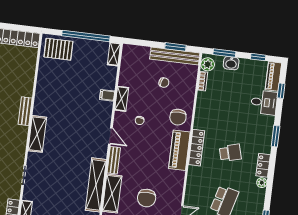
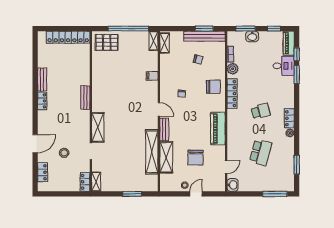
plant: (208, 64) -> (233, 69), moved
shelving: (122, 99) -> (165, 43), moved
chair: (178, 117) -> (213, 87), turned -90
shelving: (37, 134) -> (98, 127), moved
window: (276, 136) -> (297, 75), moved
locker: (197, 148) -> (232, 94), moved
piano: (179, 150) -> (218, 129), moved

